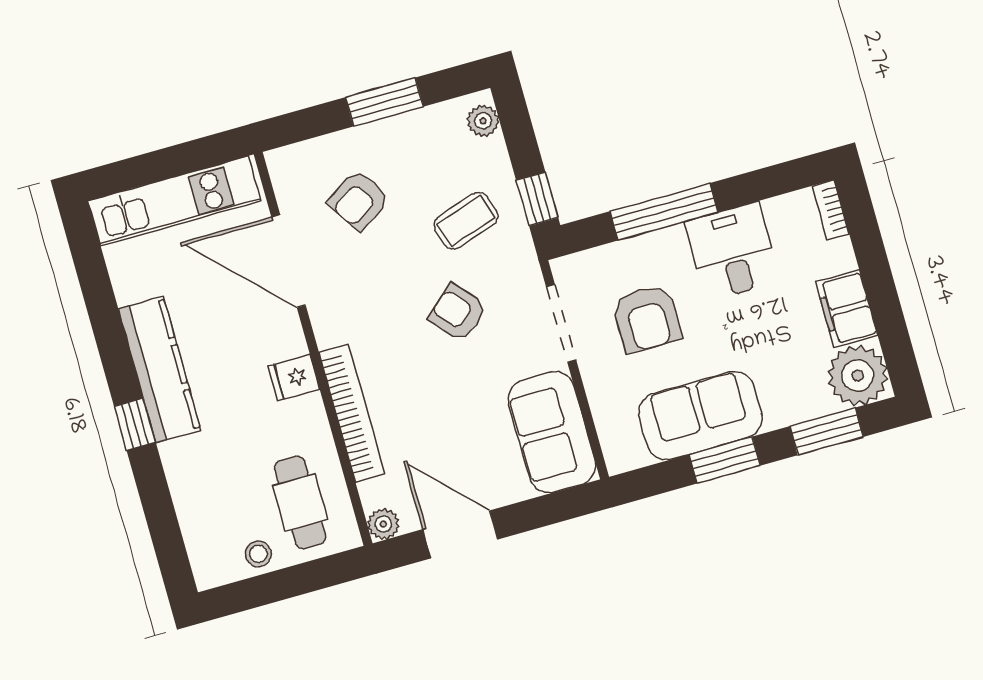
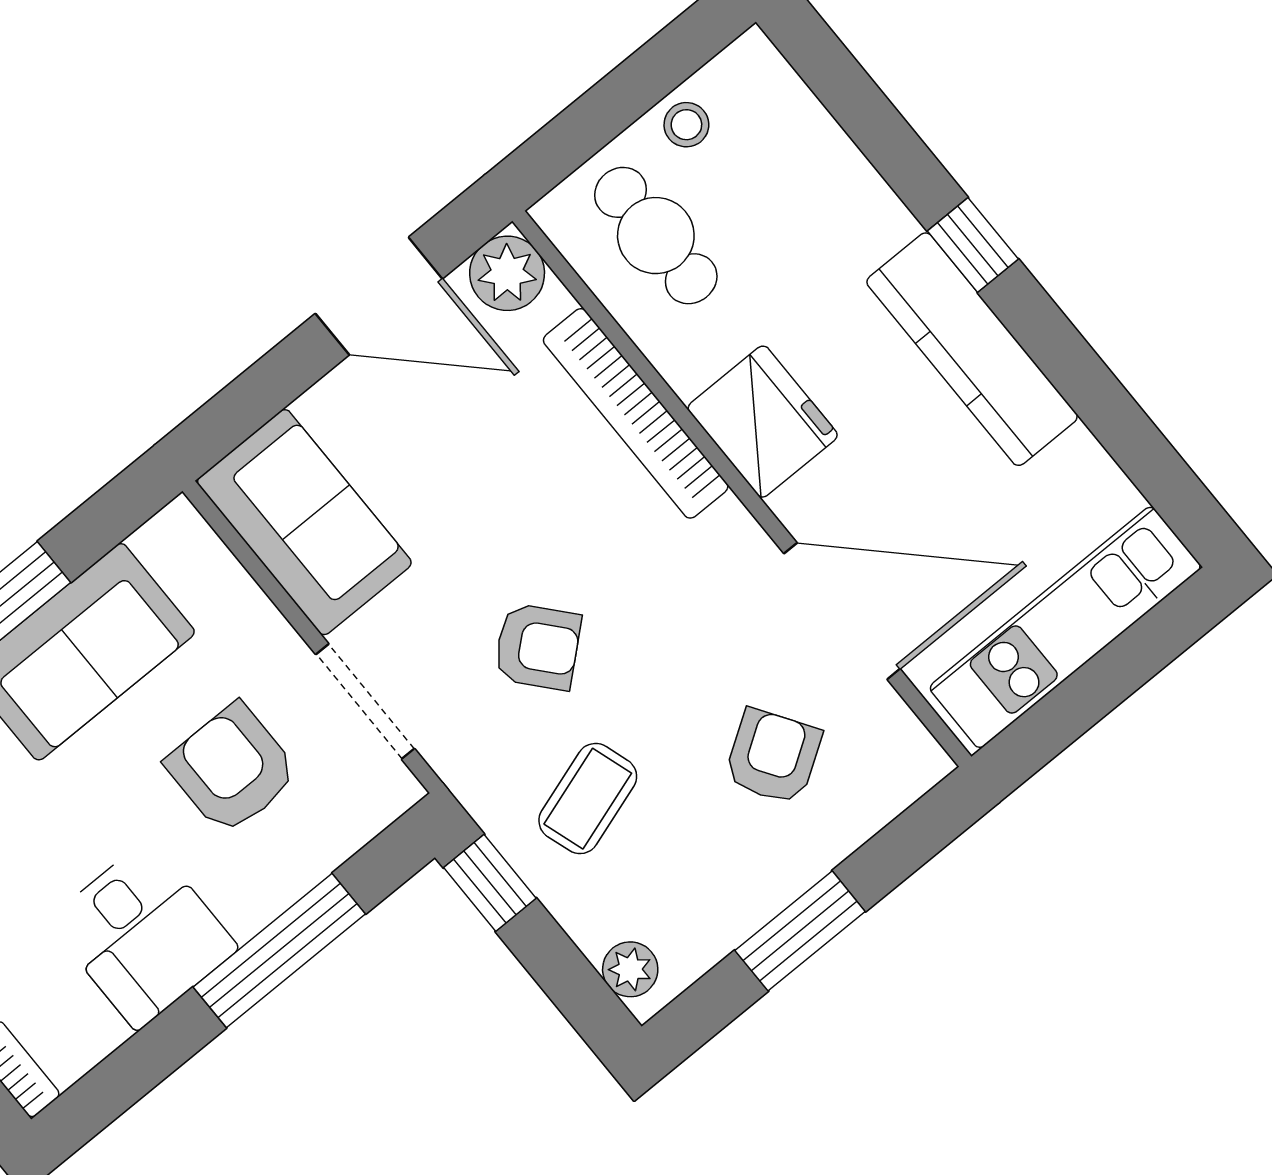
fridge: (294, 378) -> (763, 422), width x1.88, depth x1.34
plant: (383, 524) -> (507, 273), width x1.38, depth x1.38

